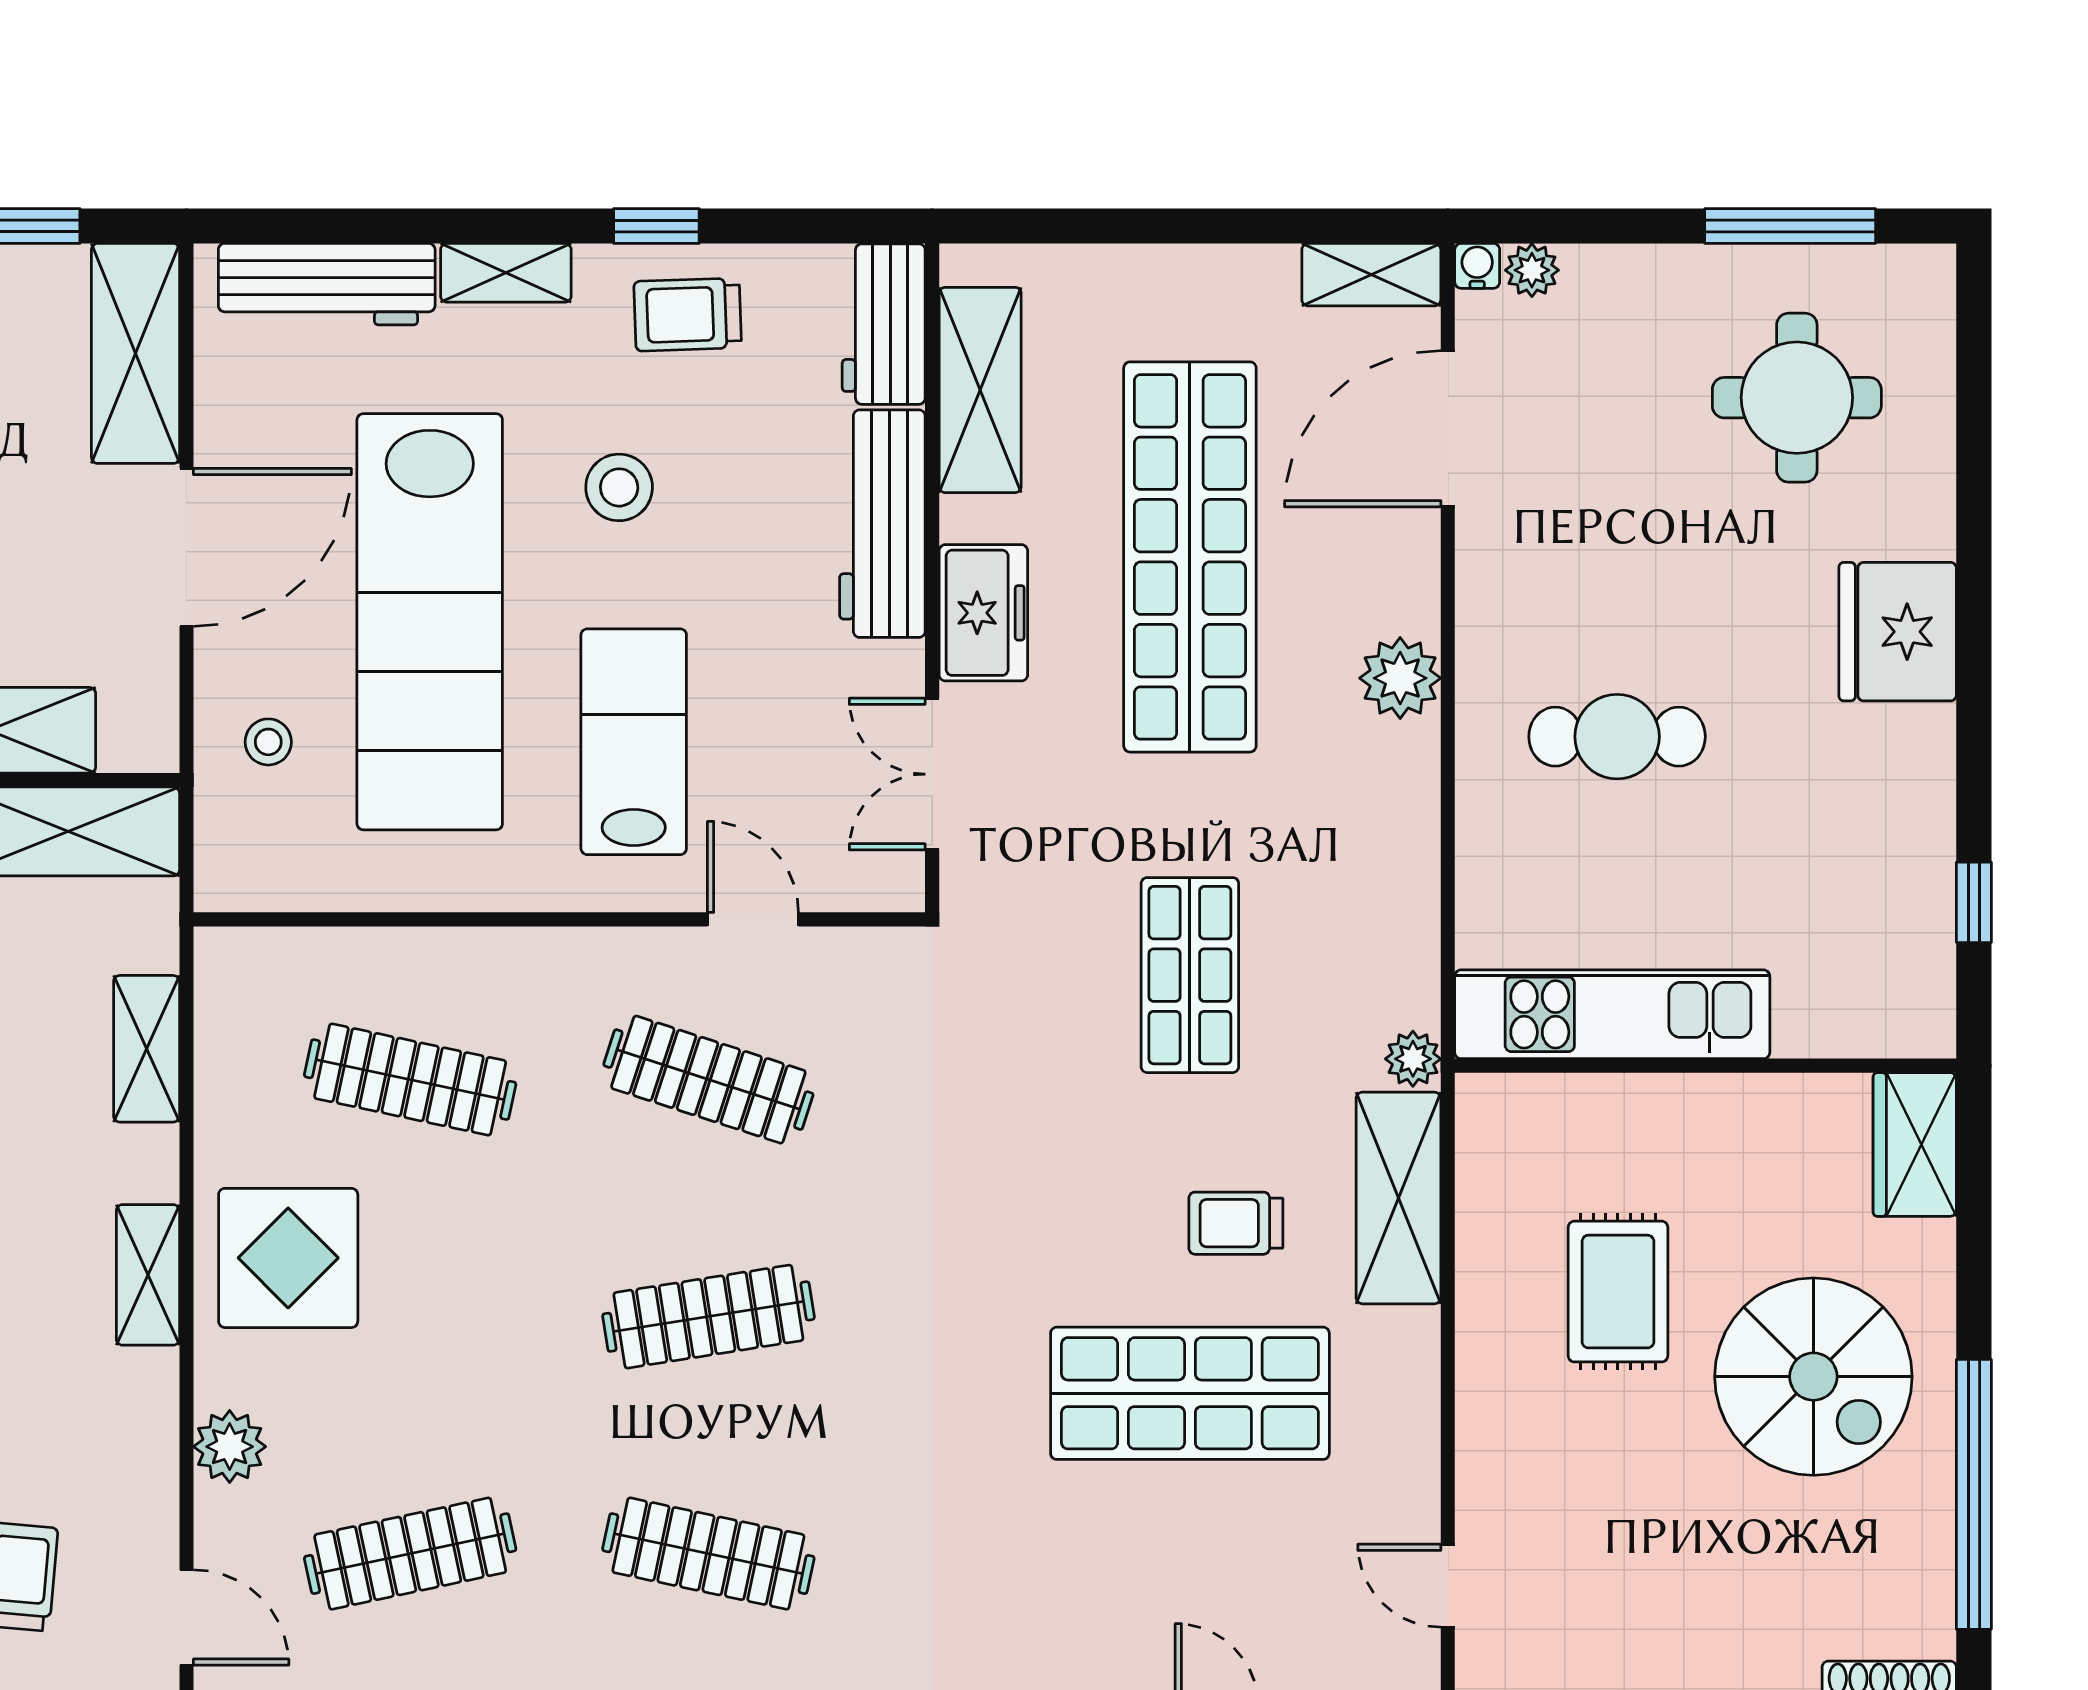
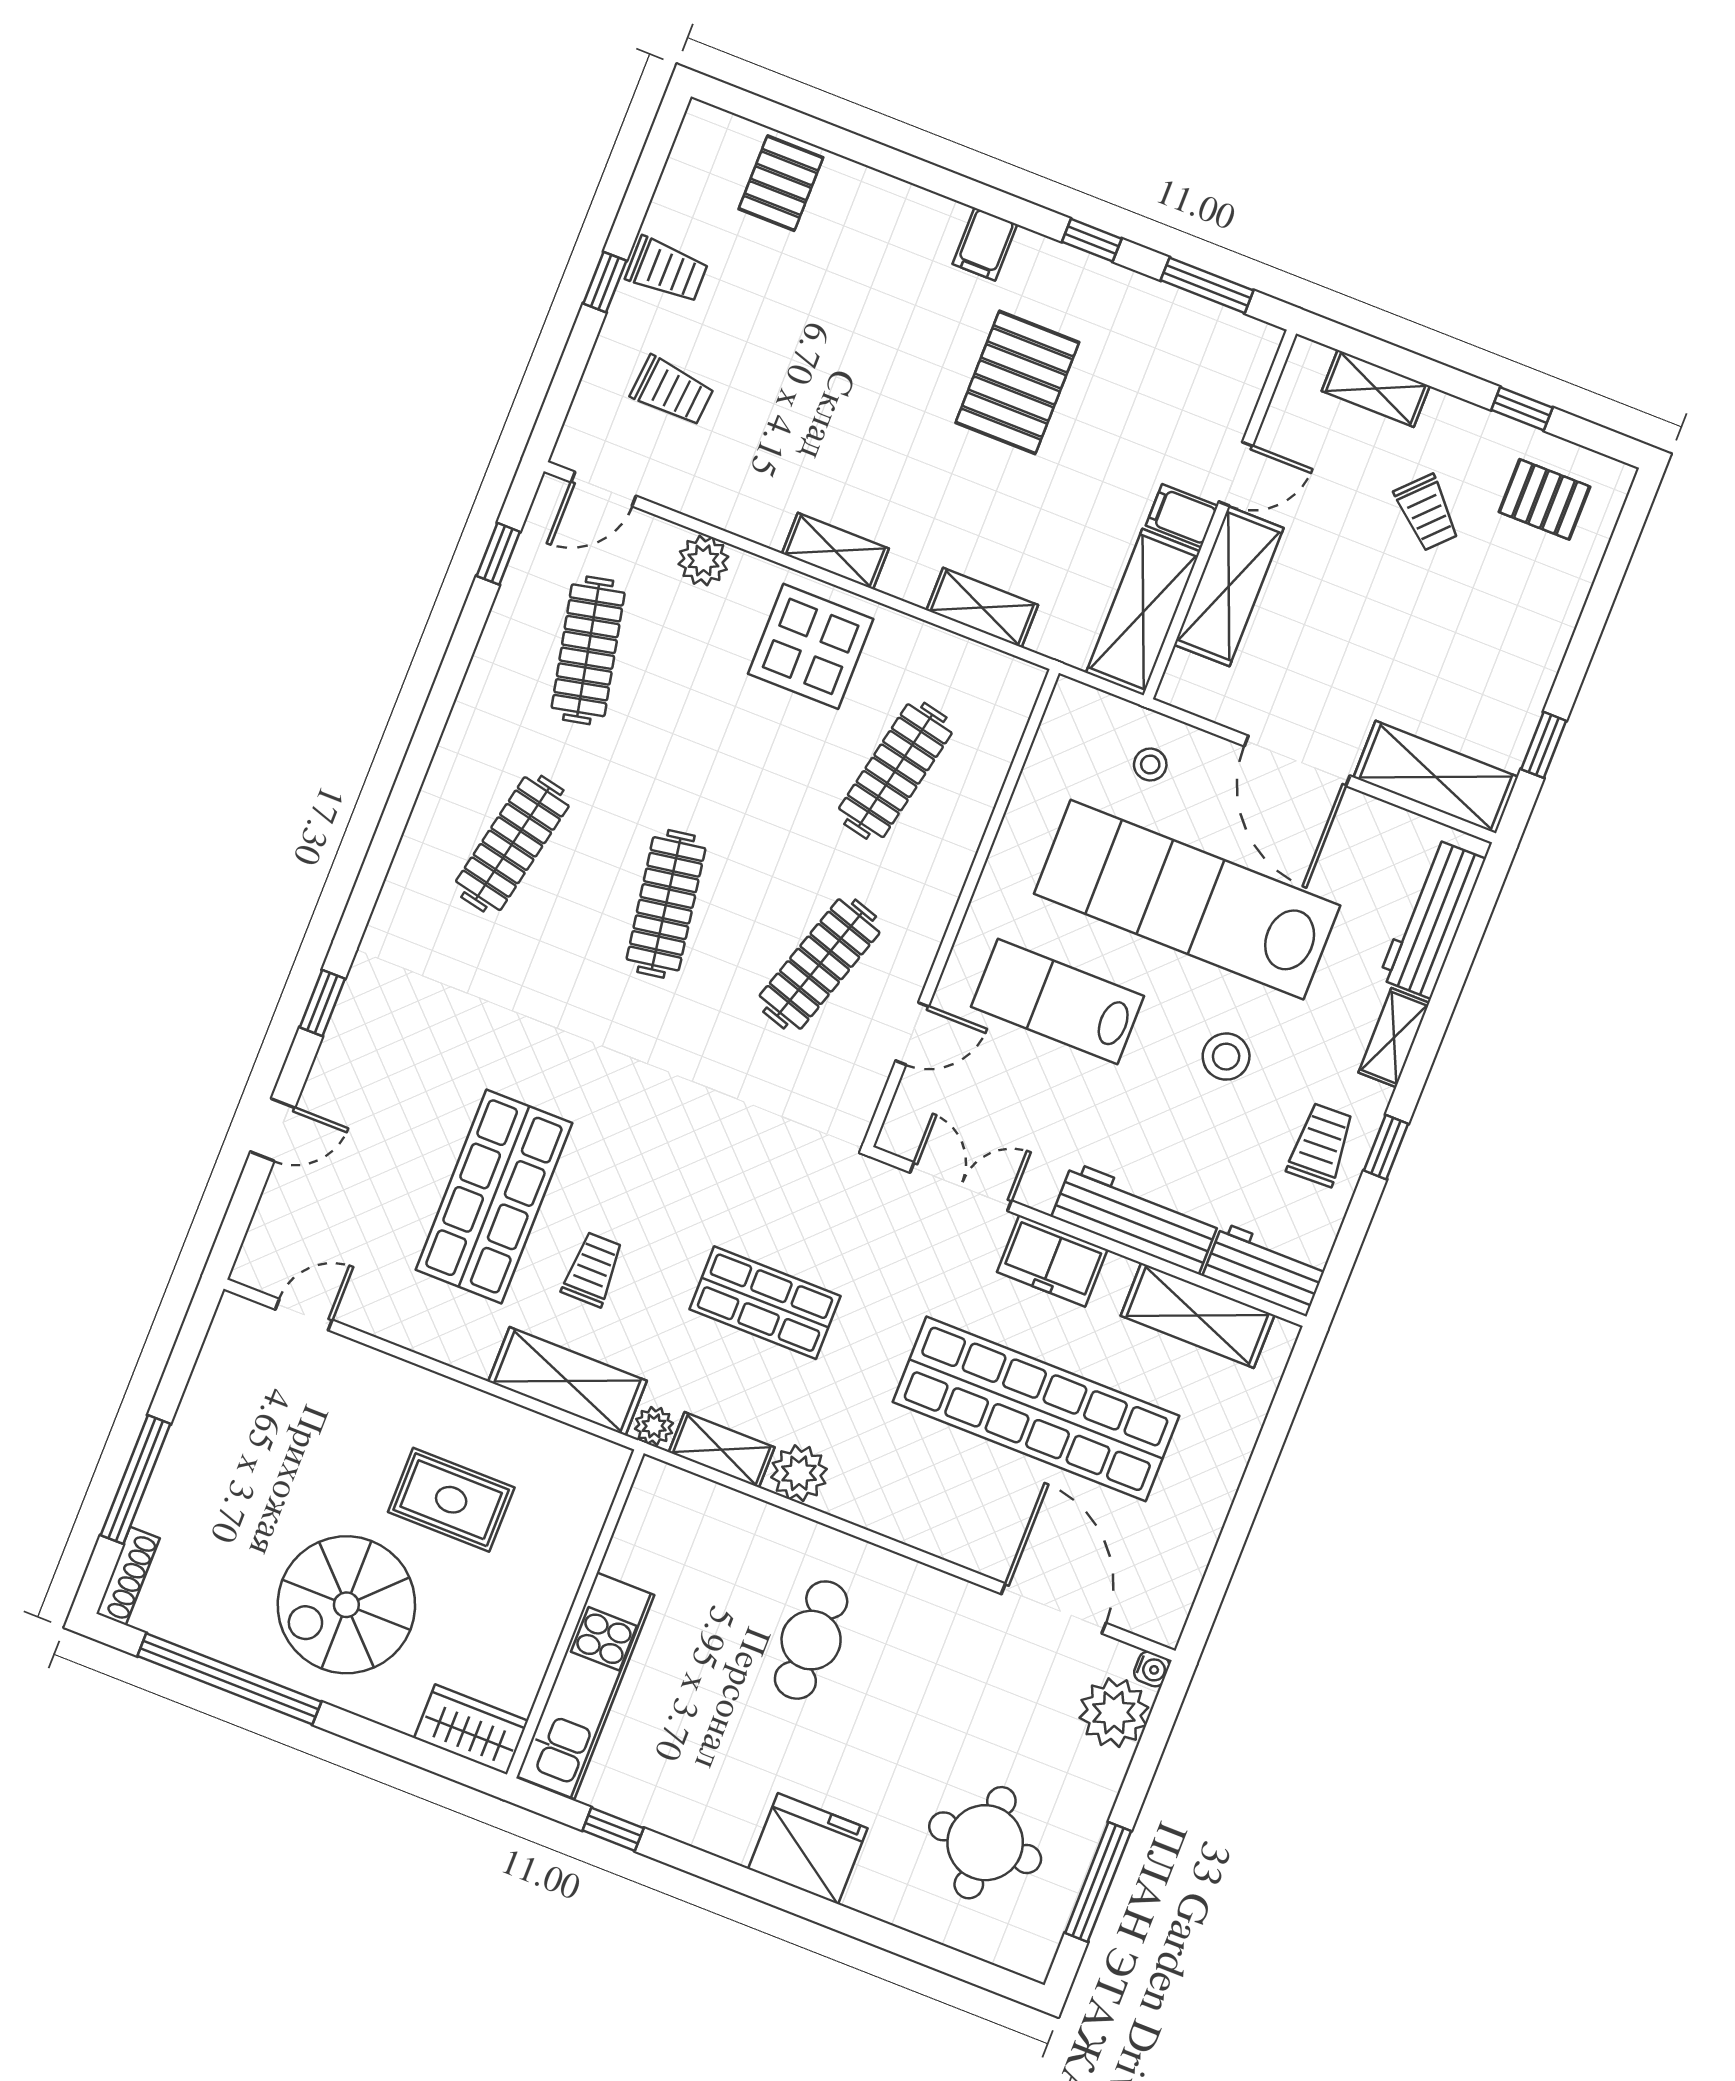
plant: (1532, 270) -> (1114, 1713), width x1.87, depth x1.87
shelving: (1371, 275) -> (722, 1450), moved, turned 90
plant: (1400, 678) -> (799, 1473), moved
lab bench: (634, 742) -> (1058, 1001), turned 180
kitchen unit: (1612, 1014) -> (586, 1686), moved

